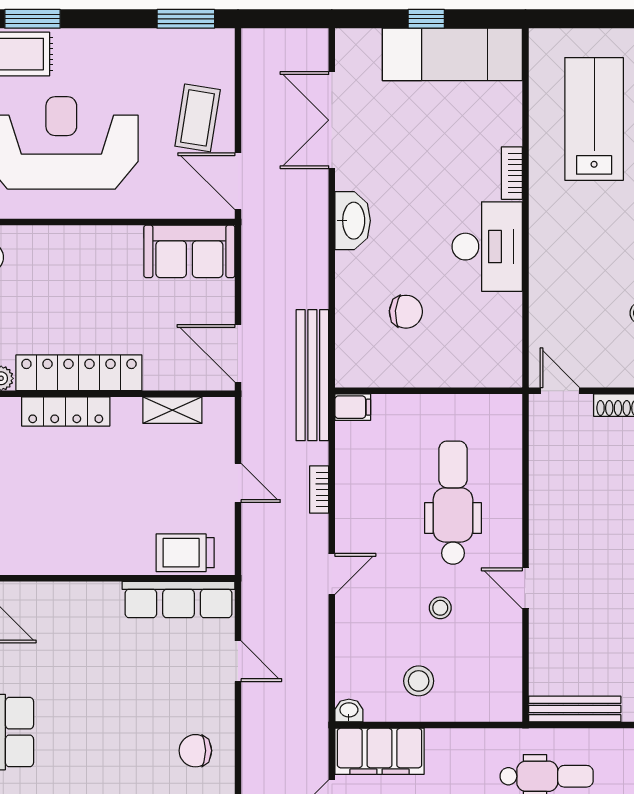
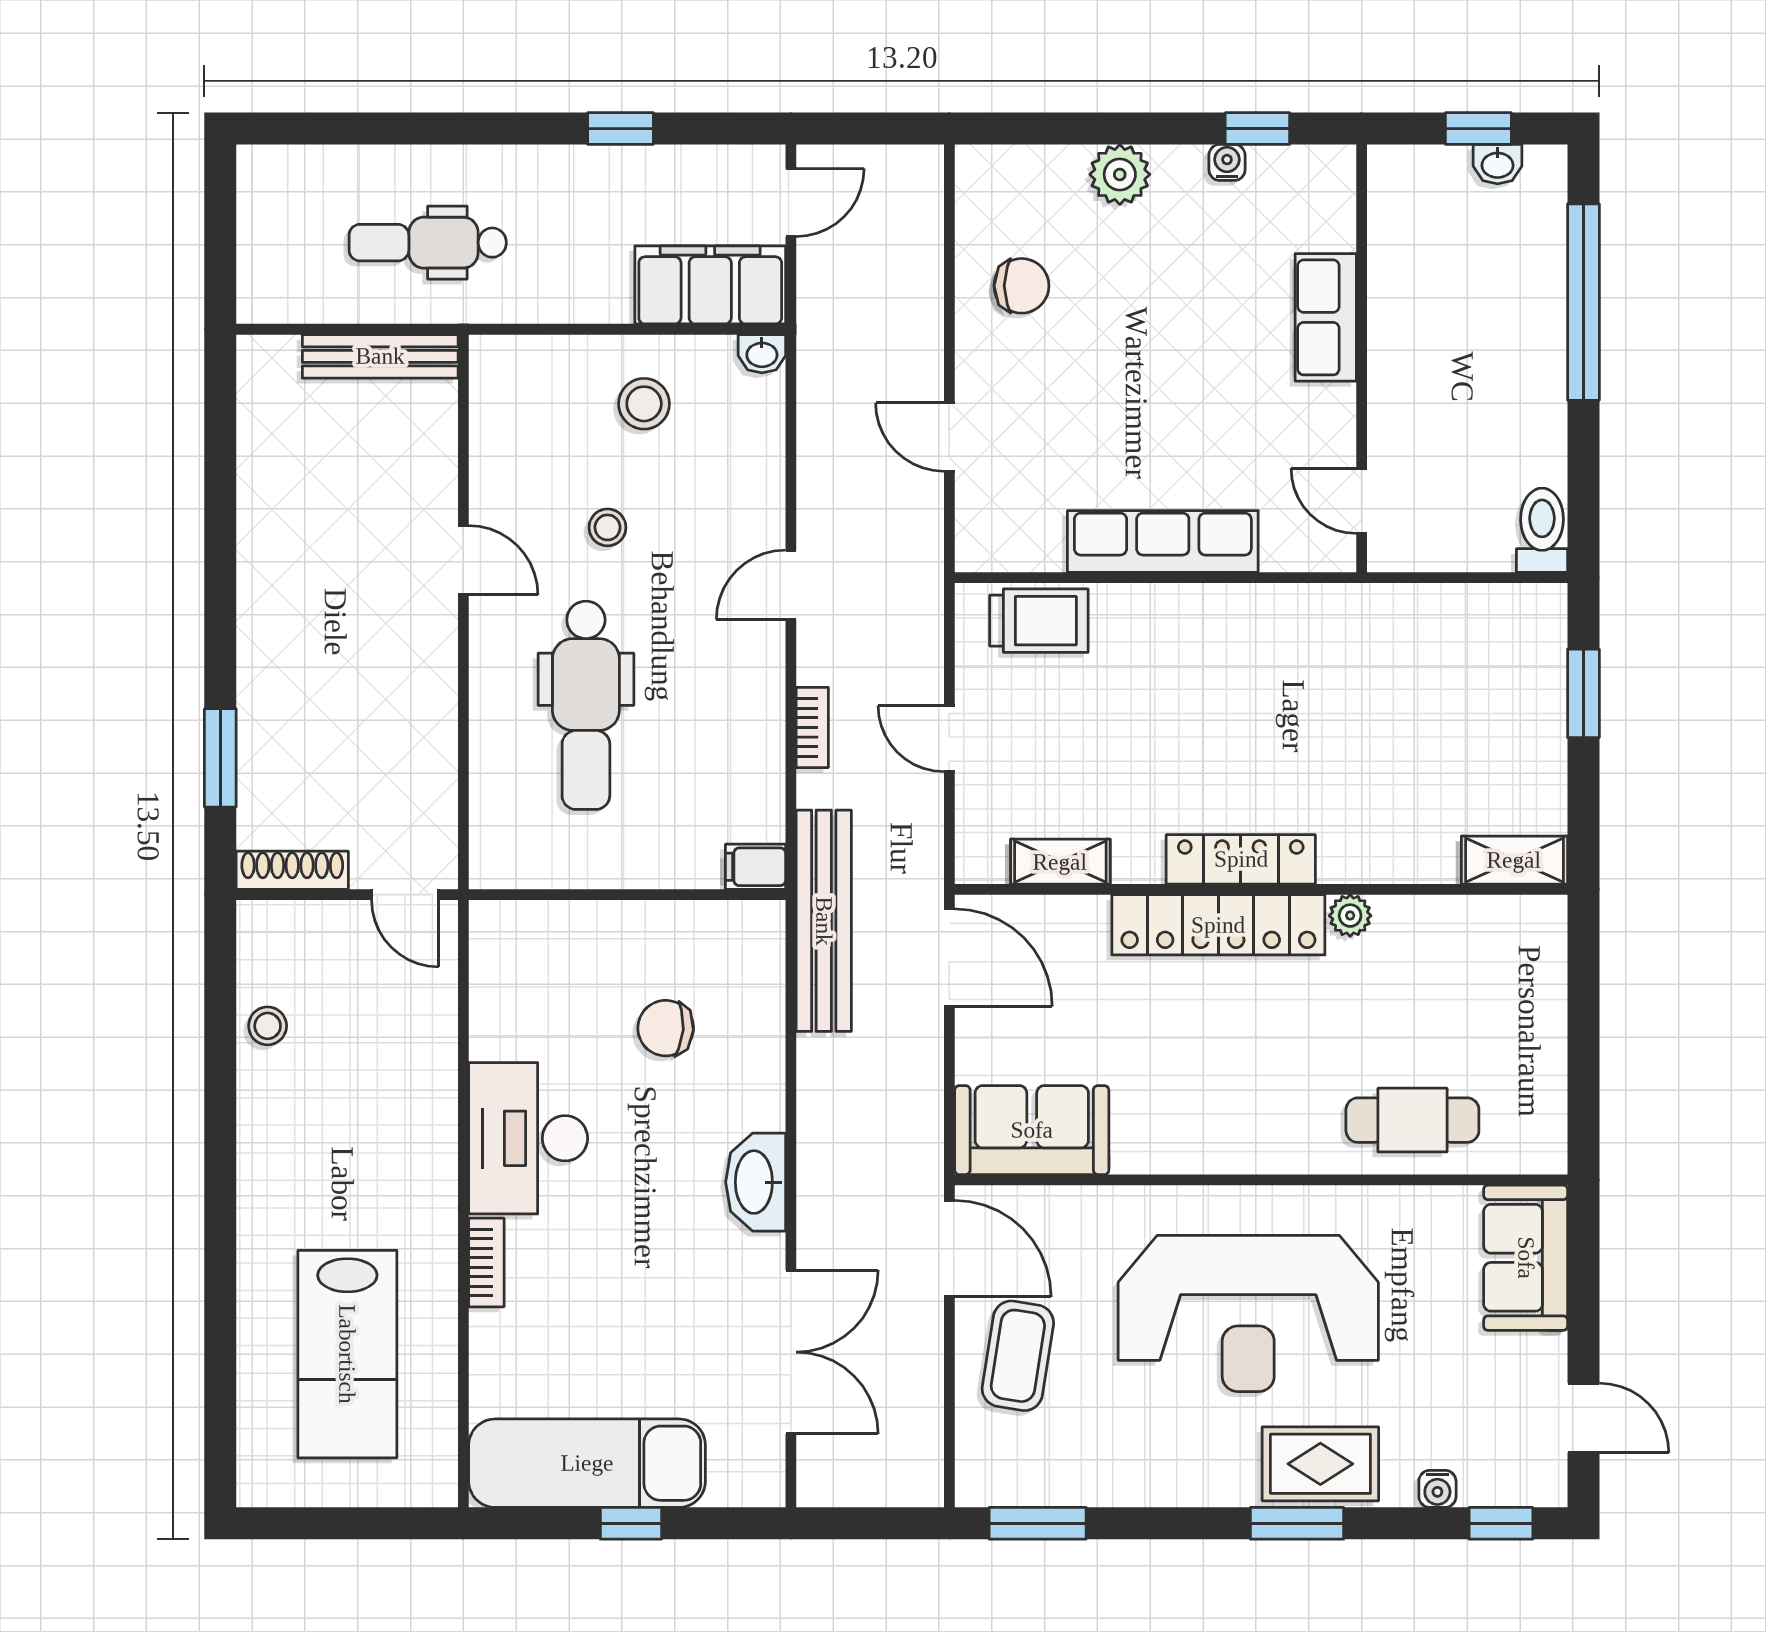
row of seats: (179, 600) -> (1163, 541), moved

